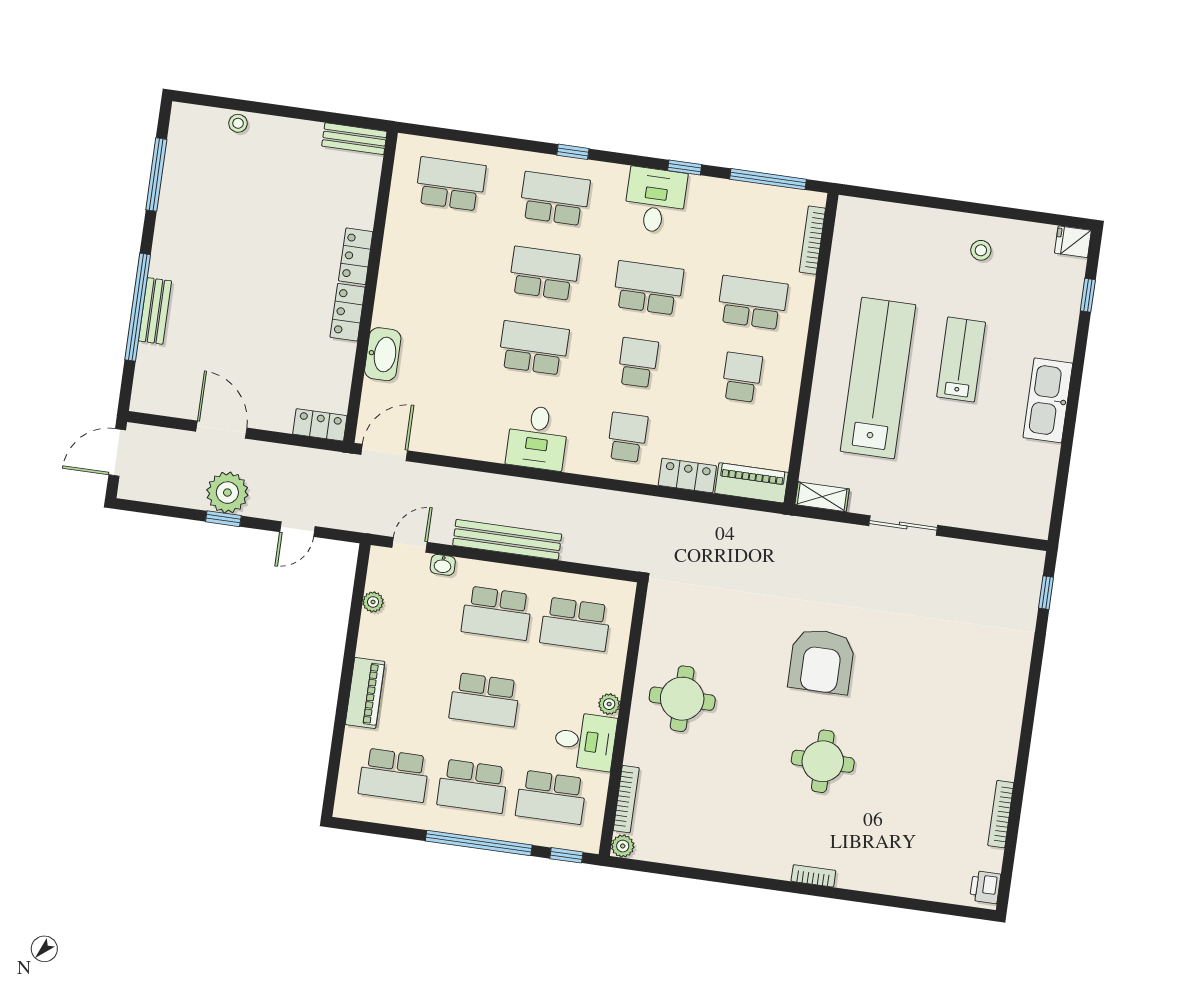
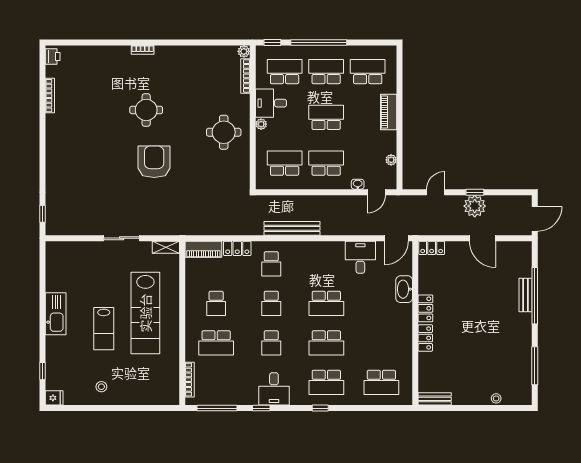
school desk: (648, 288) -> (271, 343), width x0.54
desk: (537, 437) -> (360, 257), moved
bench: (507, 540) -> (292, 228), moved

